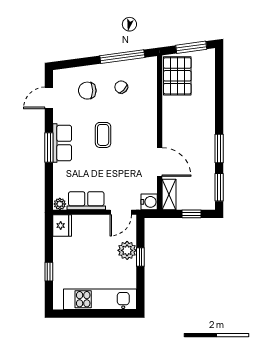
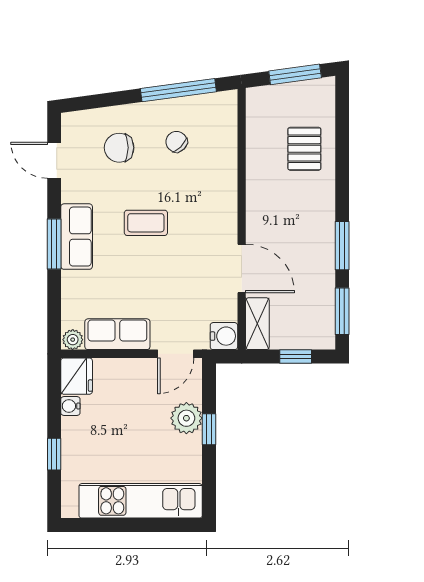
pallet: (177, 76) -> (304, 149), moved, width x0.67, depth x0.71
door: (49, 98) -> (54, 160), hinge flipped
coffee table: (103, 135) -> (146, 223), turned 90
water cooler: (58, 243) -> (70, 406), added

